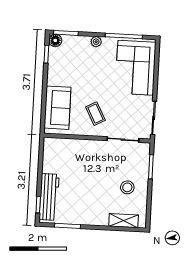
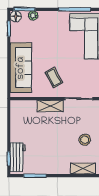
plant: (96, 42) -> (33, 16), moved
sofa: (57, 108) -> (21, 68), width x1.36
shelving: (89, 146) -> (50, 106), added
workbench: (49, 197) -> (18, 157), width x0.73

